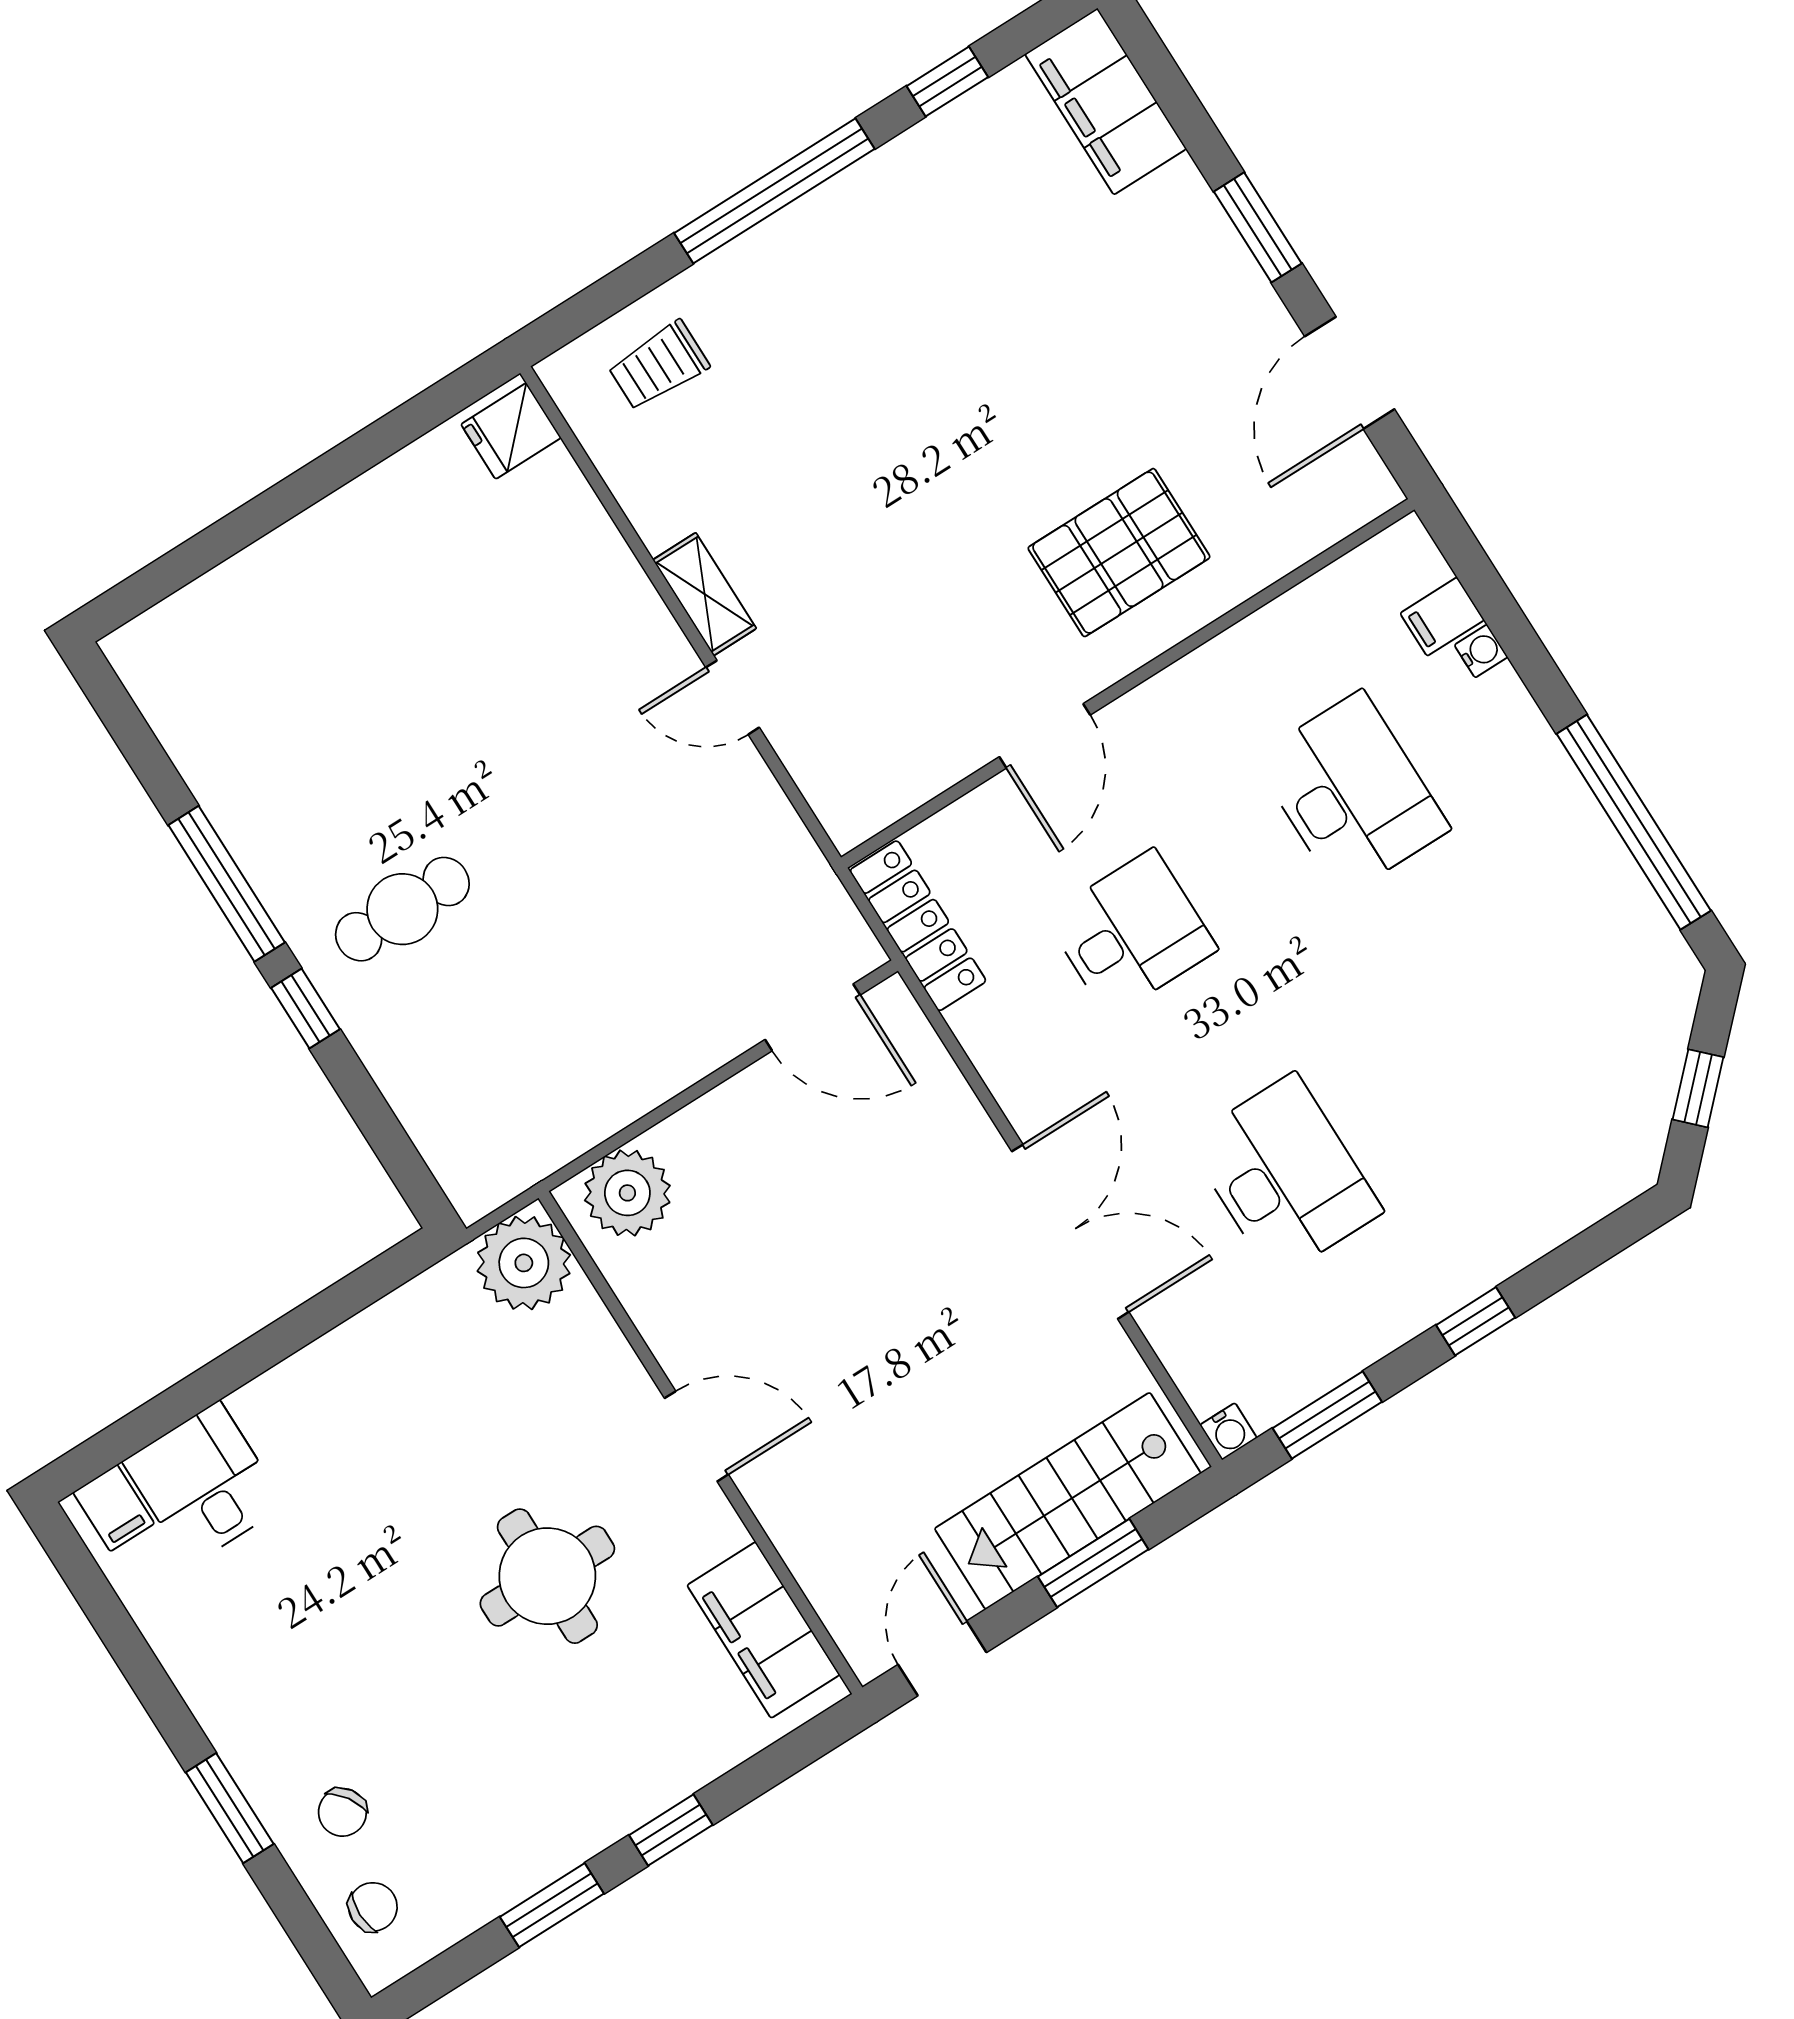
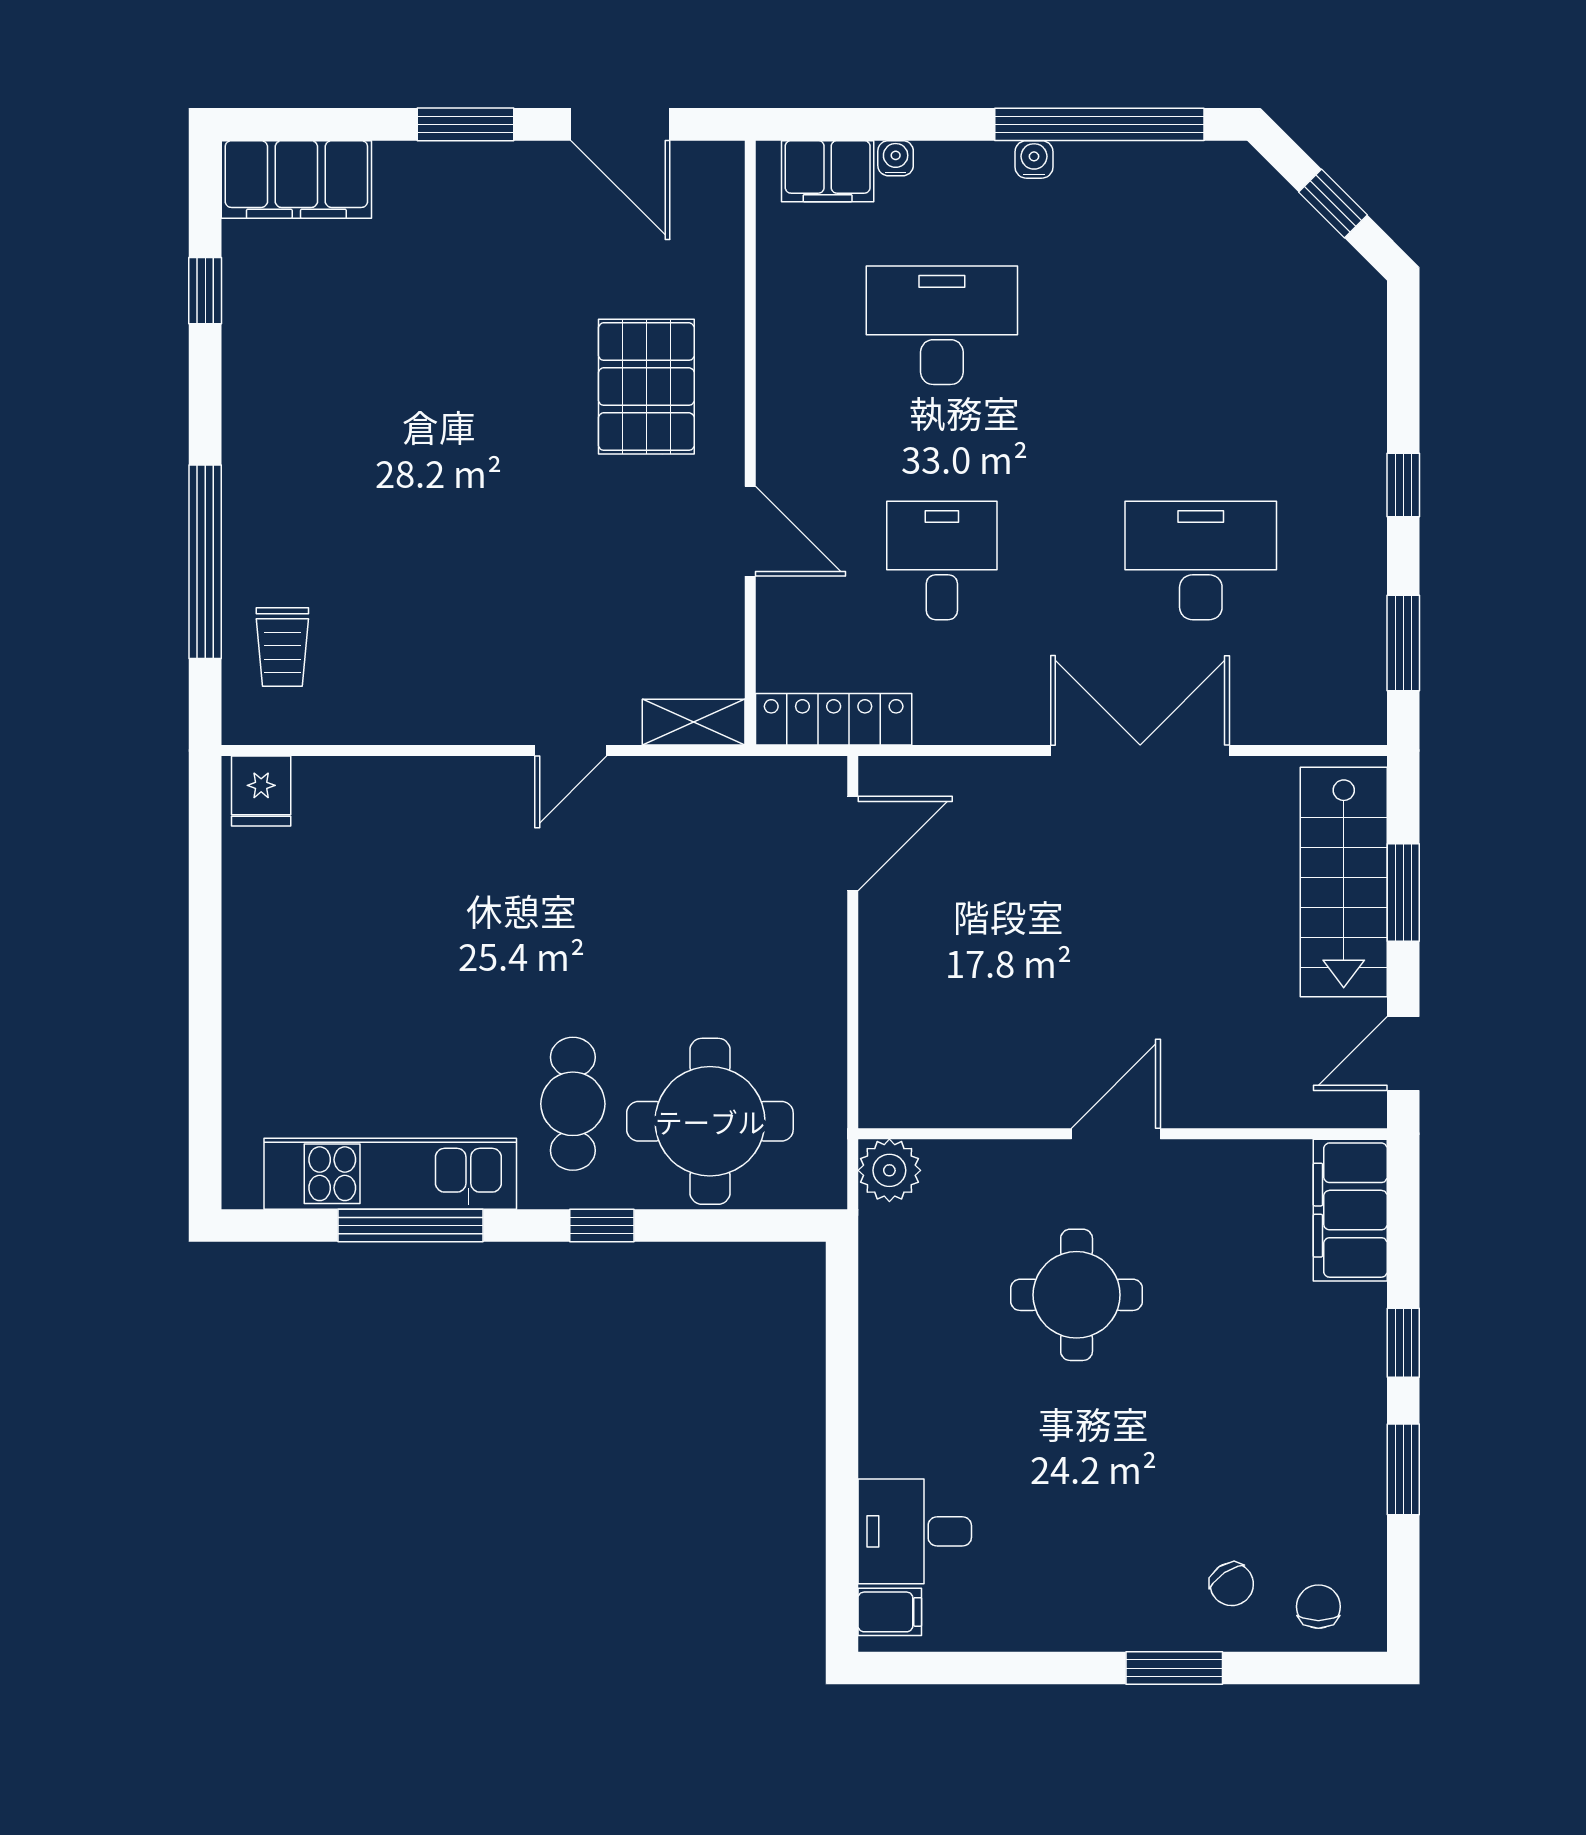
window: (774, 191) -> (205, 562), moved
shelving: (705, 594) -> (694, 722), moved
filing cabinet: (1442, 617) -> (828, 171), width x2.00
kitchen unit: (228, 779) -> (390, 1174), added
window: (227, 884) -> (411, 1225), moved
round table: (467, 1048) -> (710, 1121), added
plant: (627, 1193) -> (897, 1069), removed
plant: (524, 1263) -> (889, 1170), width x0.73, depth x0.73
water cooler: (1228, 1431) -> (1034, 159), moved, turned -90
round table: (547, 1576) -> (1077, 1295), moved
filing cabinet: (763, 1630) -> (1350, 1210), moved, turned 90
door: (942, 1658) -> (1403, 1053), hinge flipped

